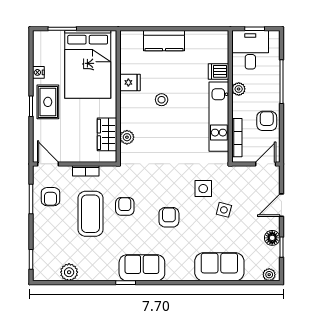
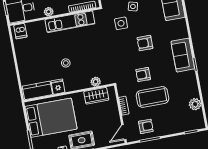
kitchen counter: (164, 41) -> (37, 90), moved, turned -90
dishwasher: (219, 71) -> (20, 31), moved

